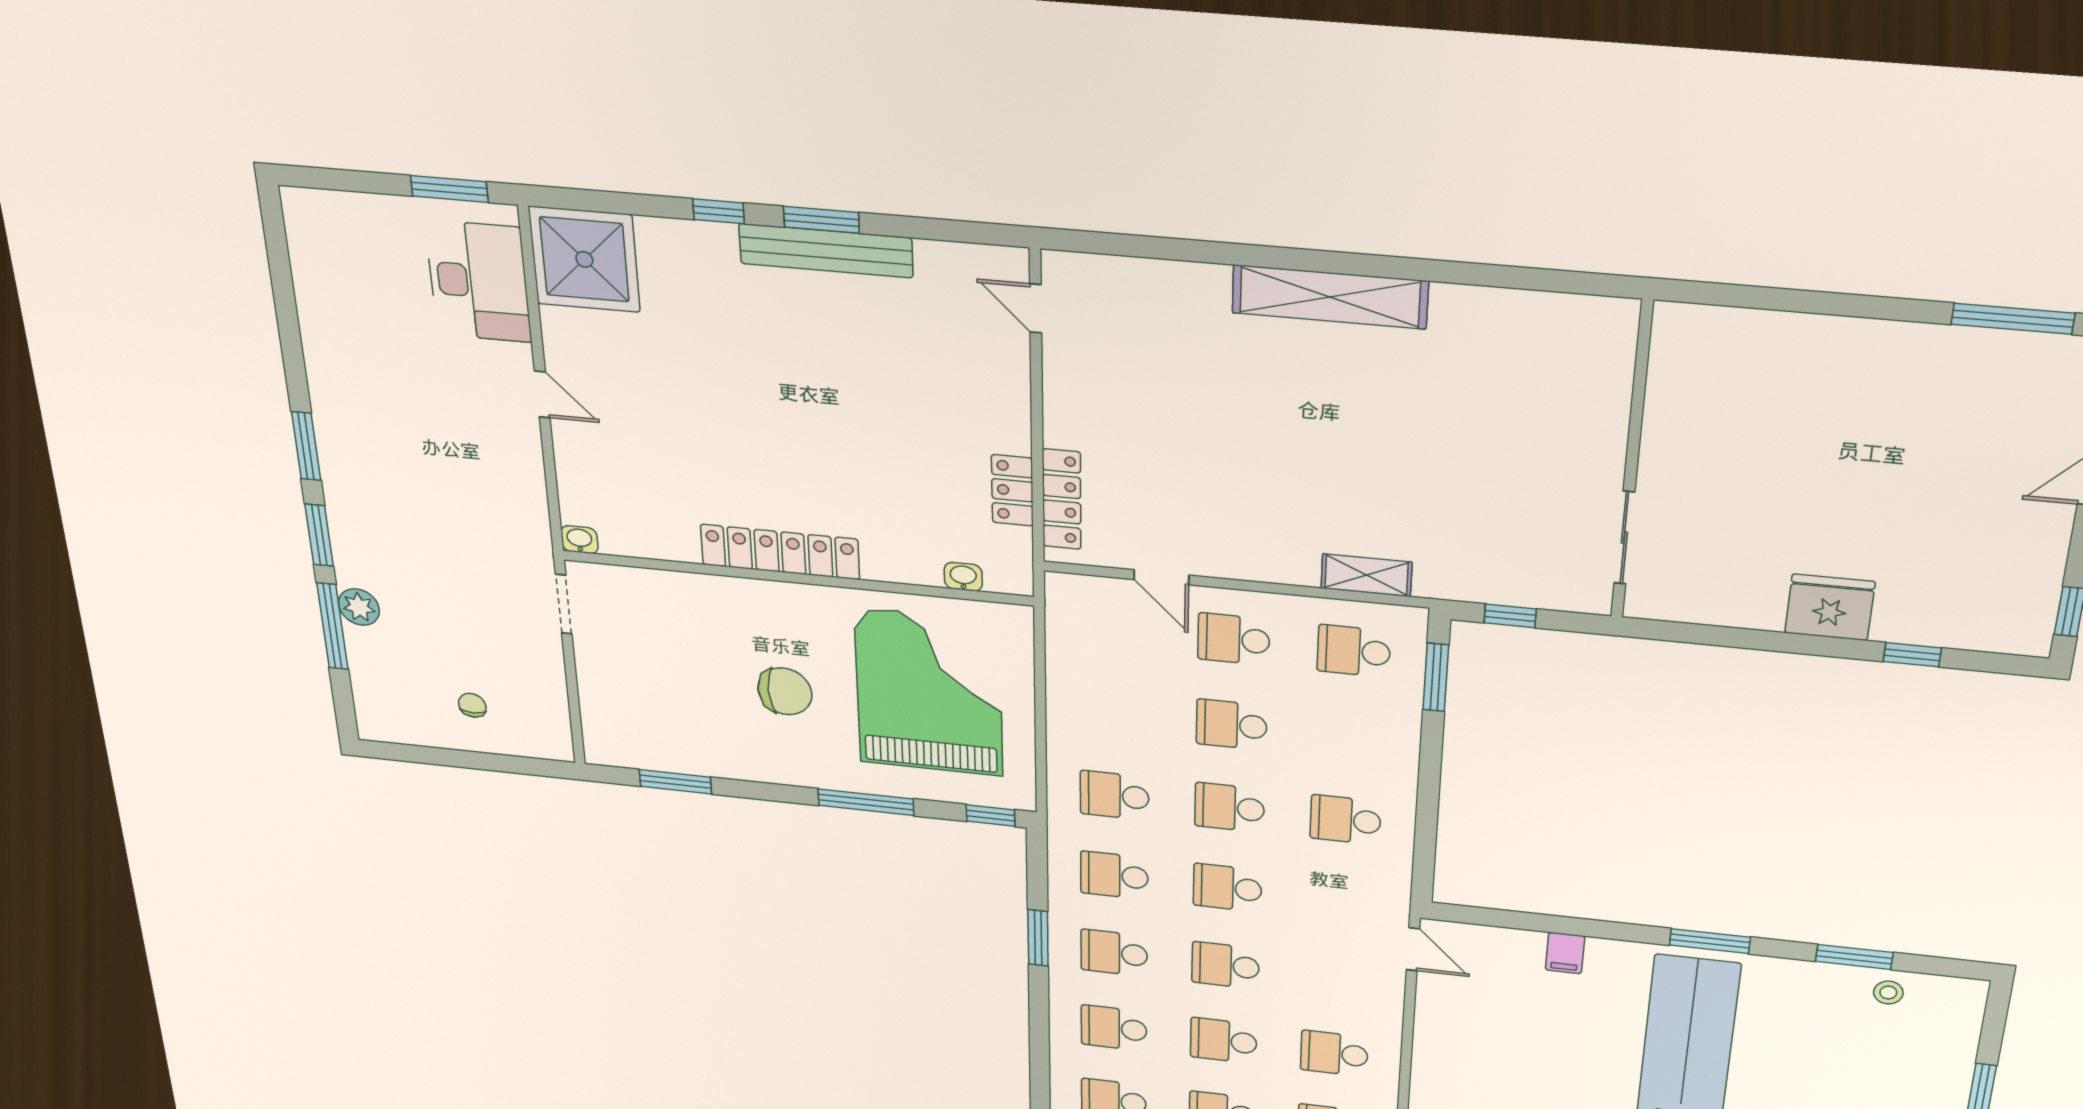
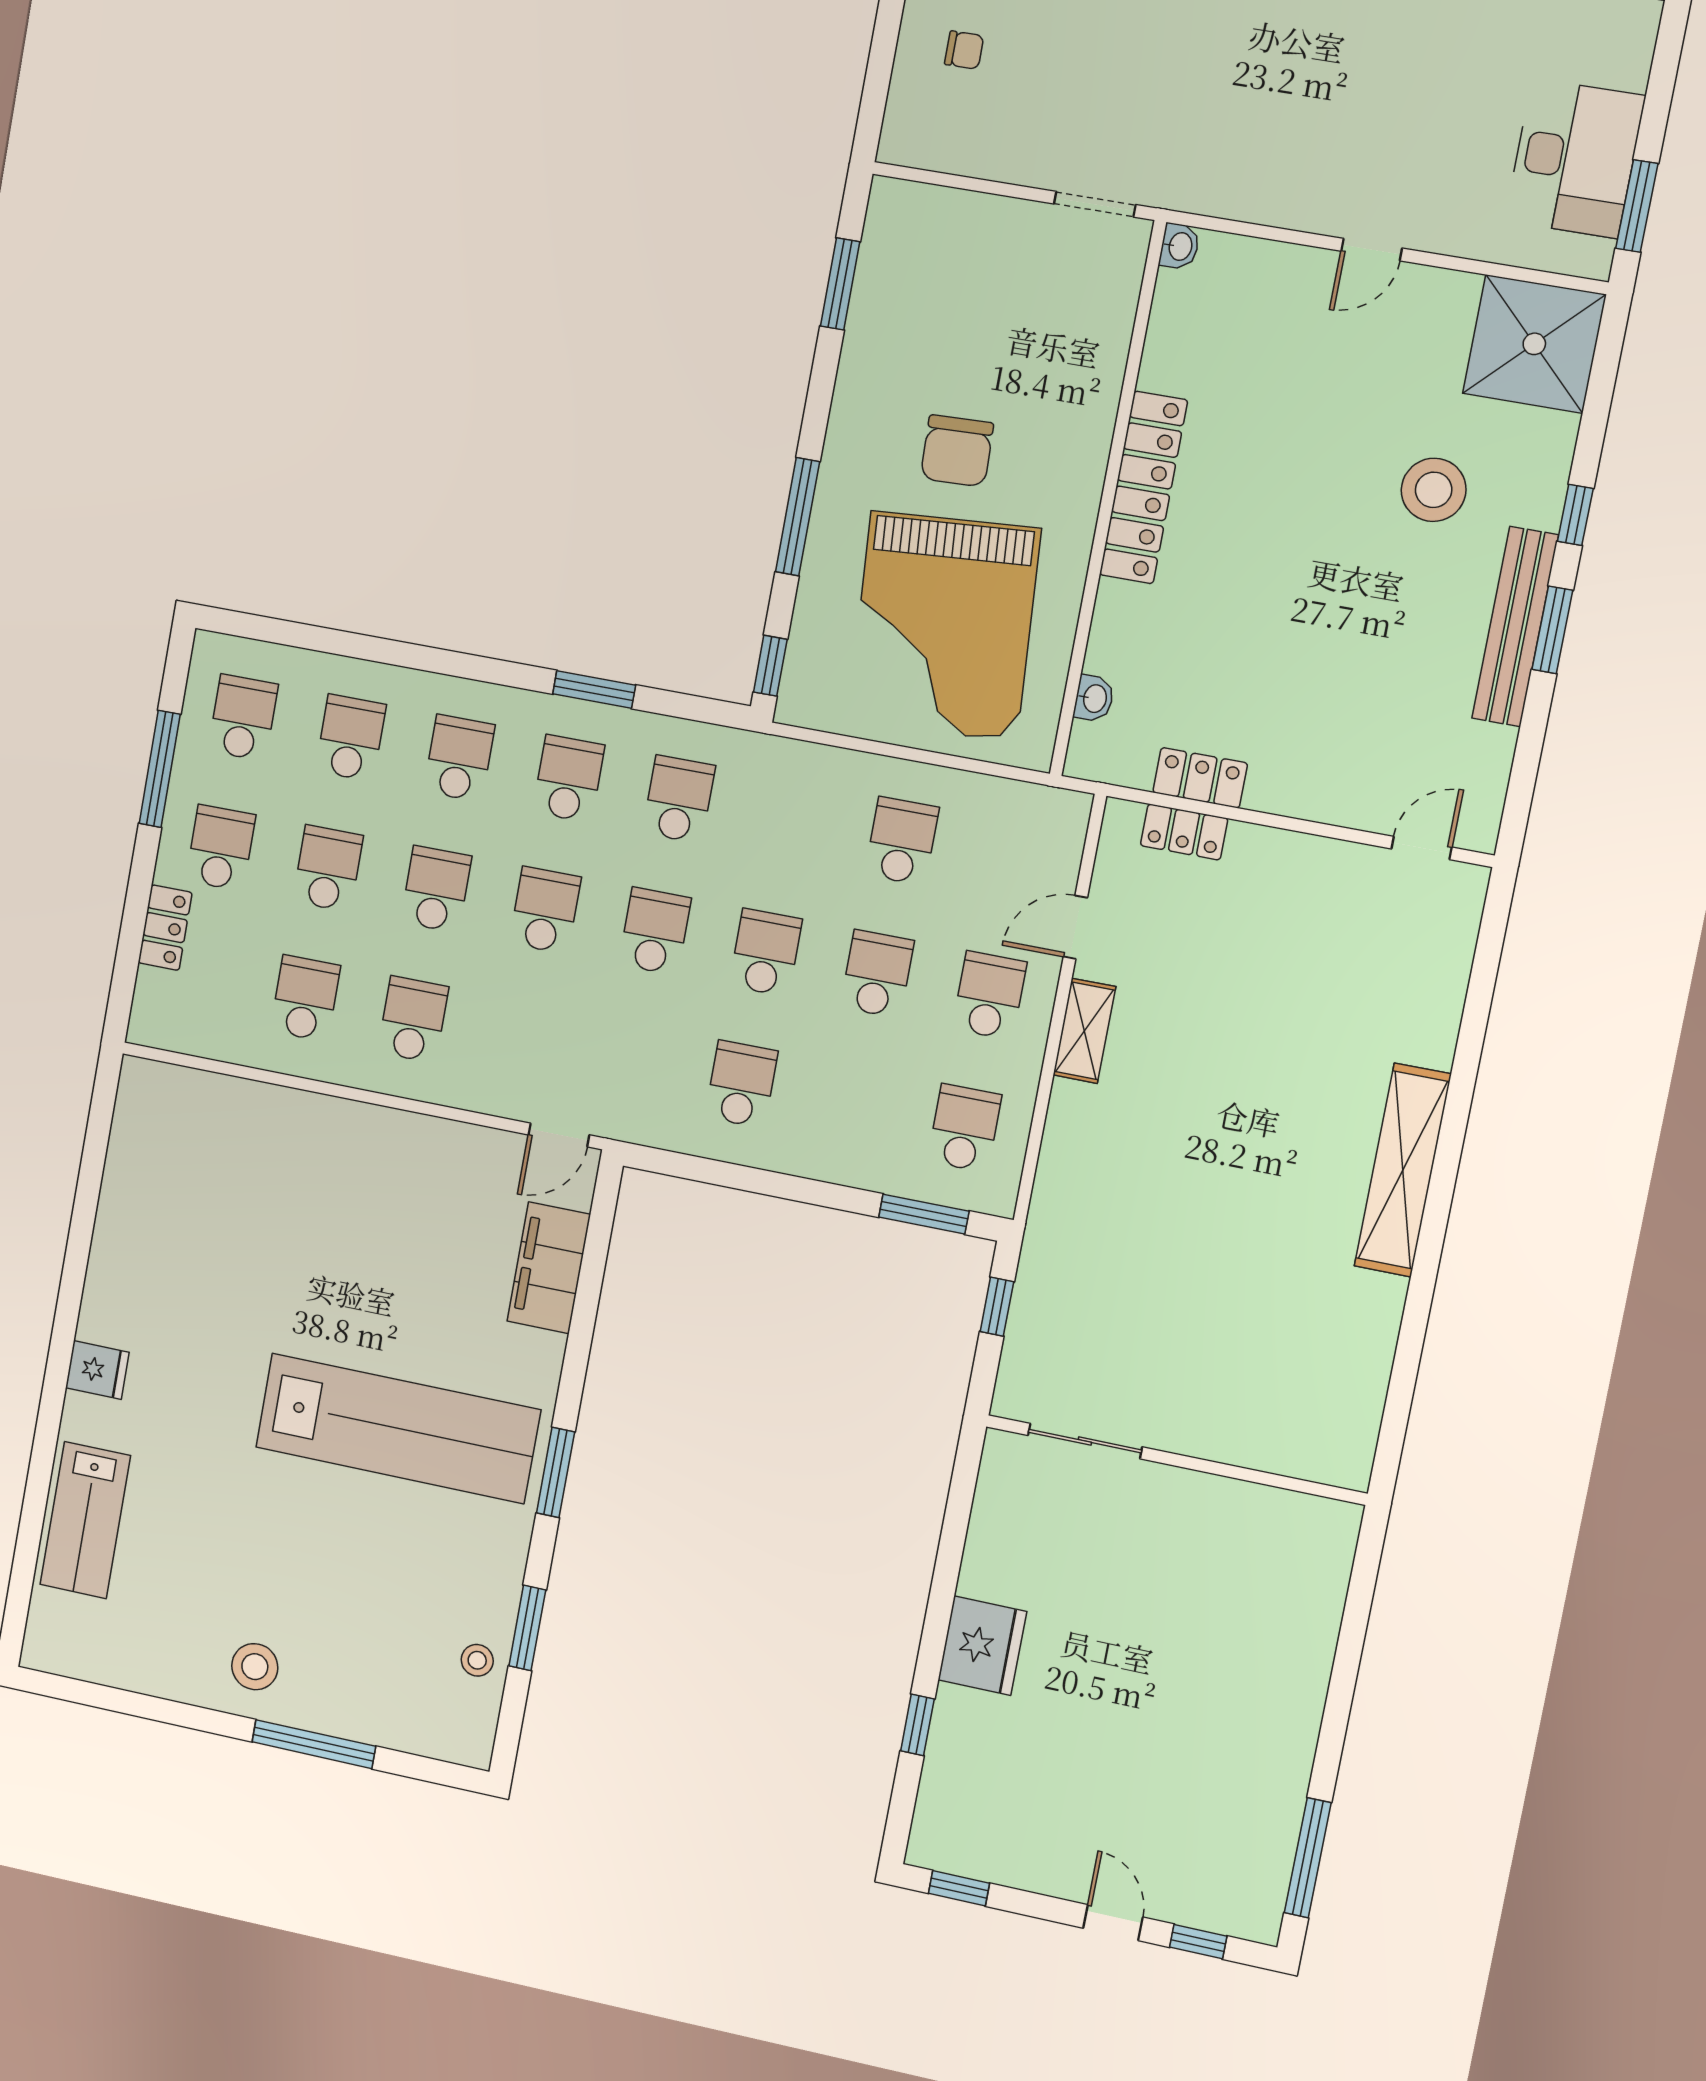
desk: (478, 281) -> (1575, 158), moved, turned -90
stool: (726, 328) -> (1434, 490), added
locker: (1062, 499) -> (1184, 832), width x0.66
shelving: (1366, 575) -> (1084, 1031), moved
grand piano: (929, 692) -> (944, 626), turned 86
school desk: (1115, 795) -> (902, 841), moved
filing cabinet: (1565, 953) -> (549, 1268), width x3.00, depth x1.17

